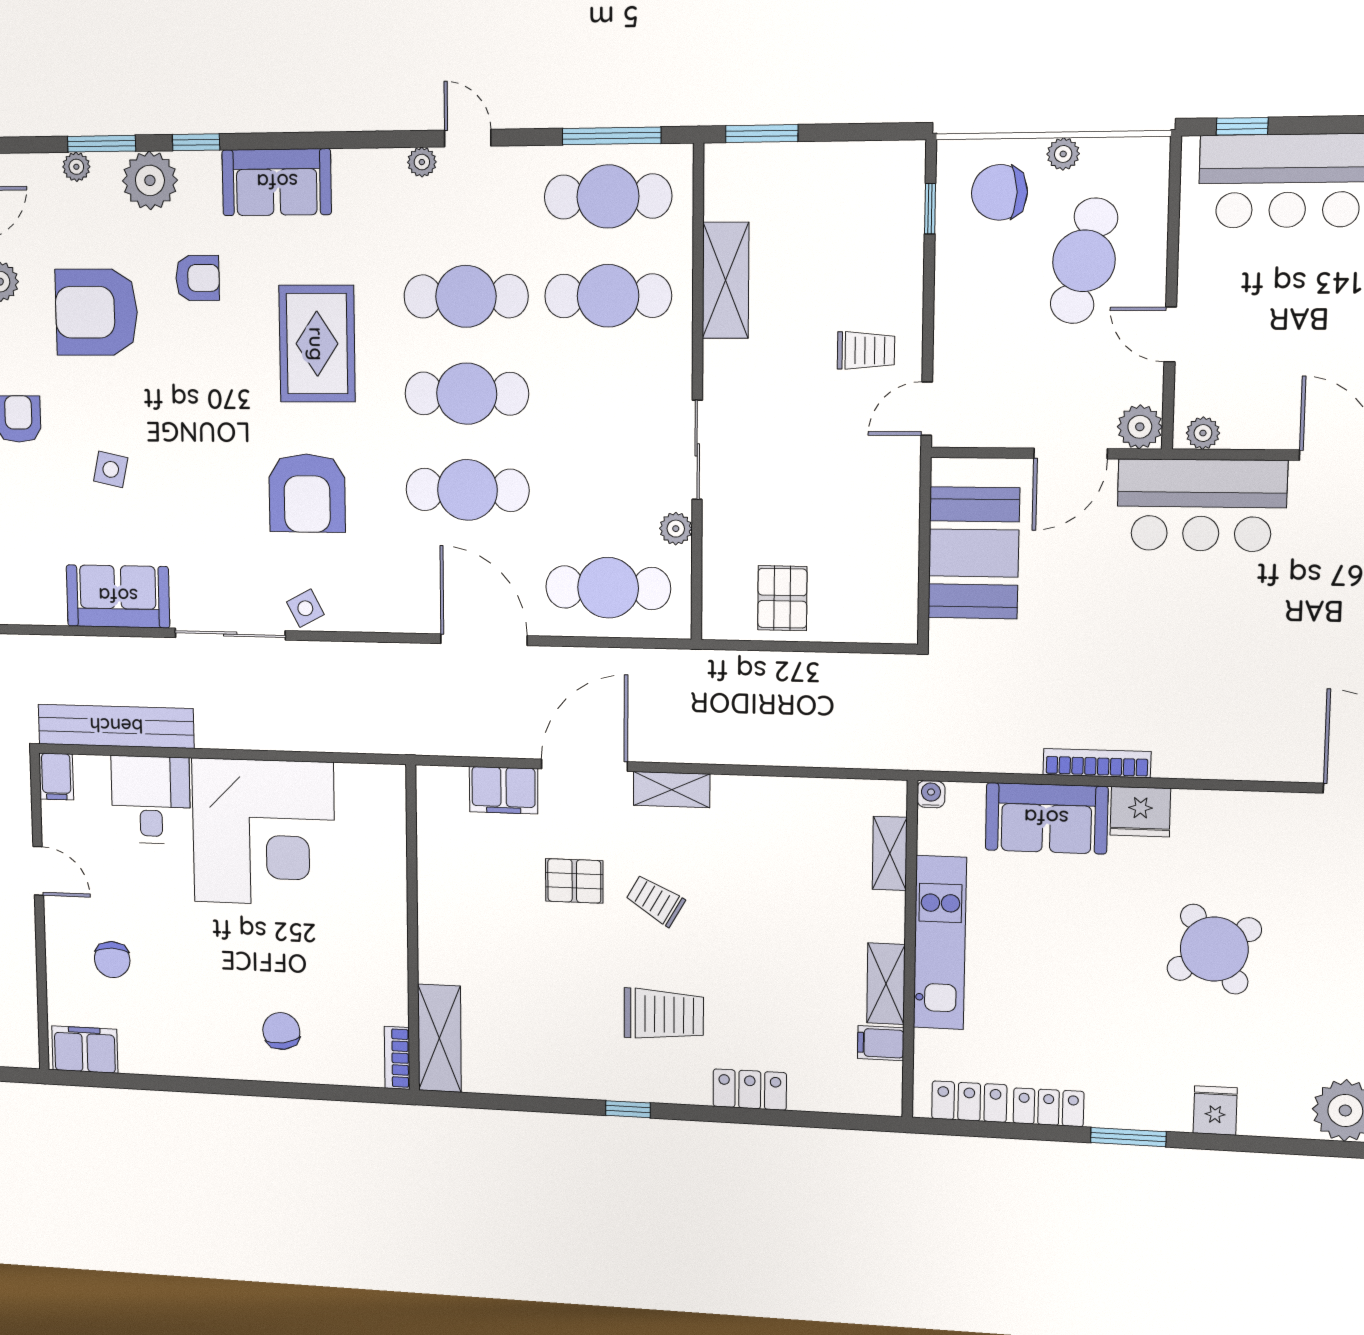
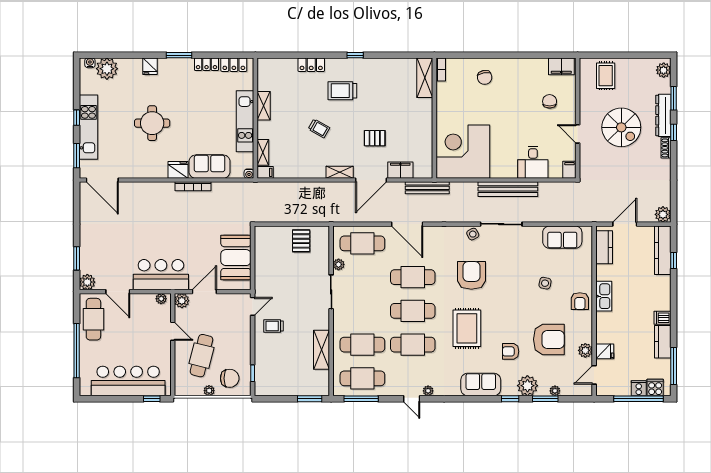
sofa: (118, 596) -> (562, 237), moved
bench: (116, 726) -> (508, 189), moved
bench: (430, 739) -> (427, 188), added
corner desk: (263, 832) -> (463, 152), moved
trolley: (655, 900) -> (319, 128), moved
round table: (1214, 949) -> (152, 123), turned 33
filing cabinet: (881, 1043) -> (265, 172), moved

